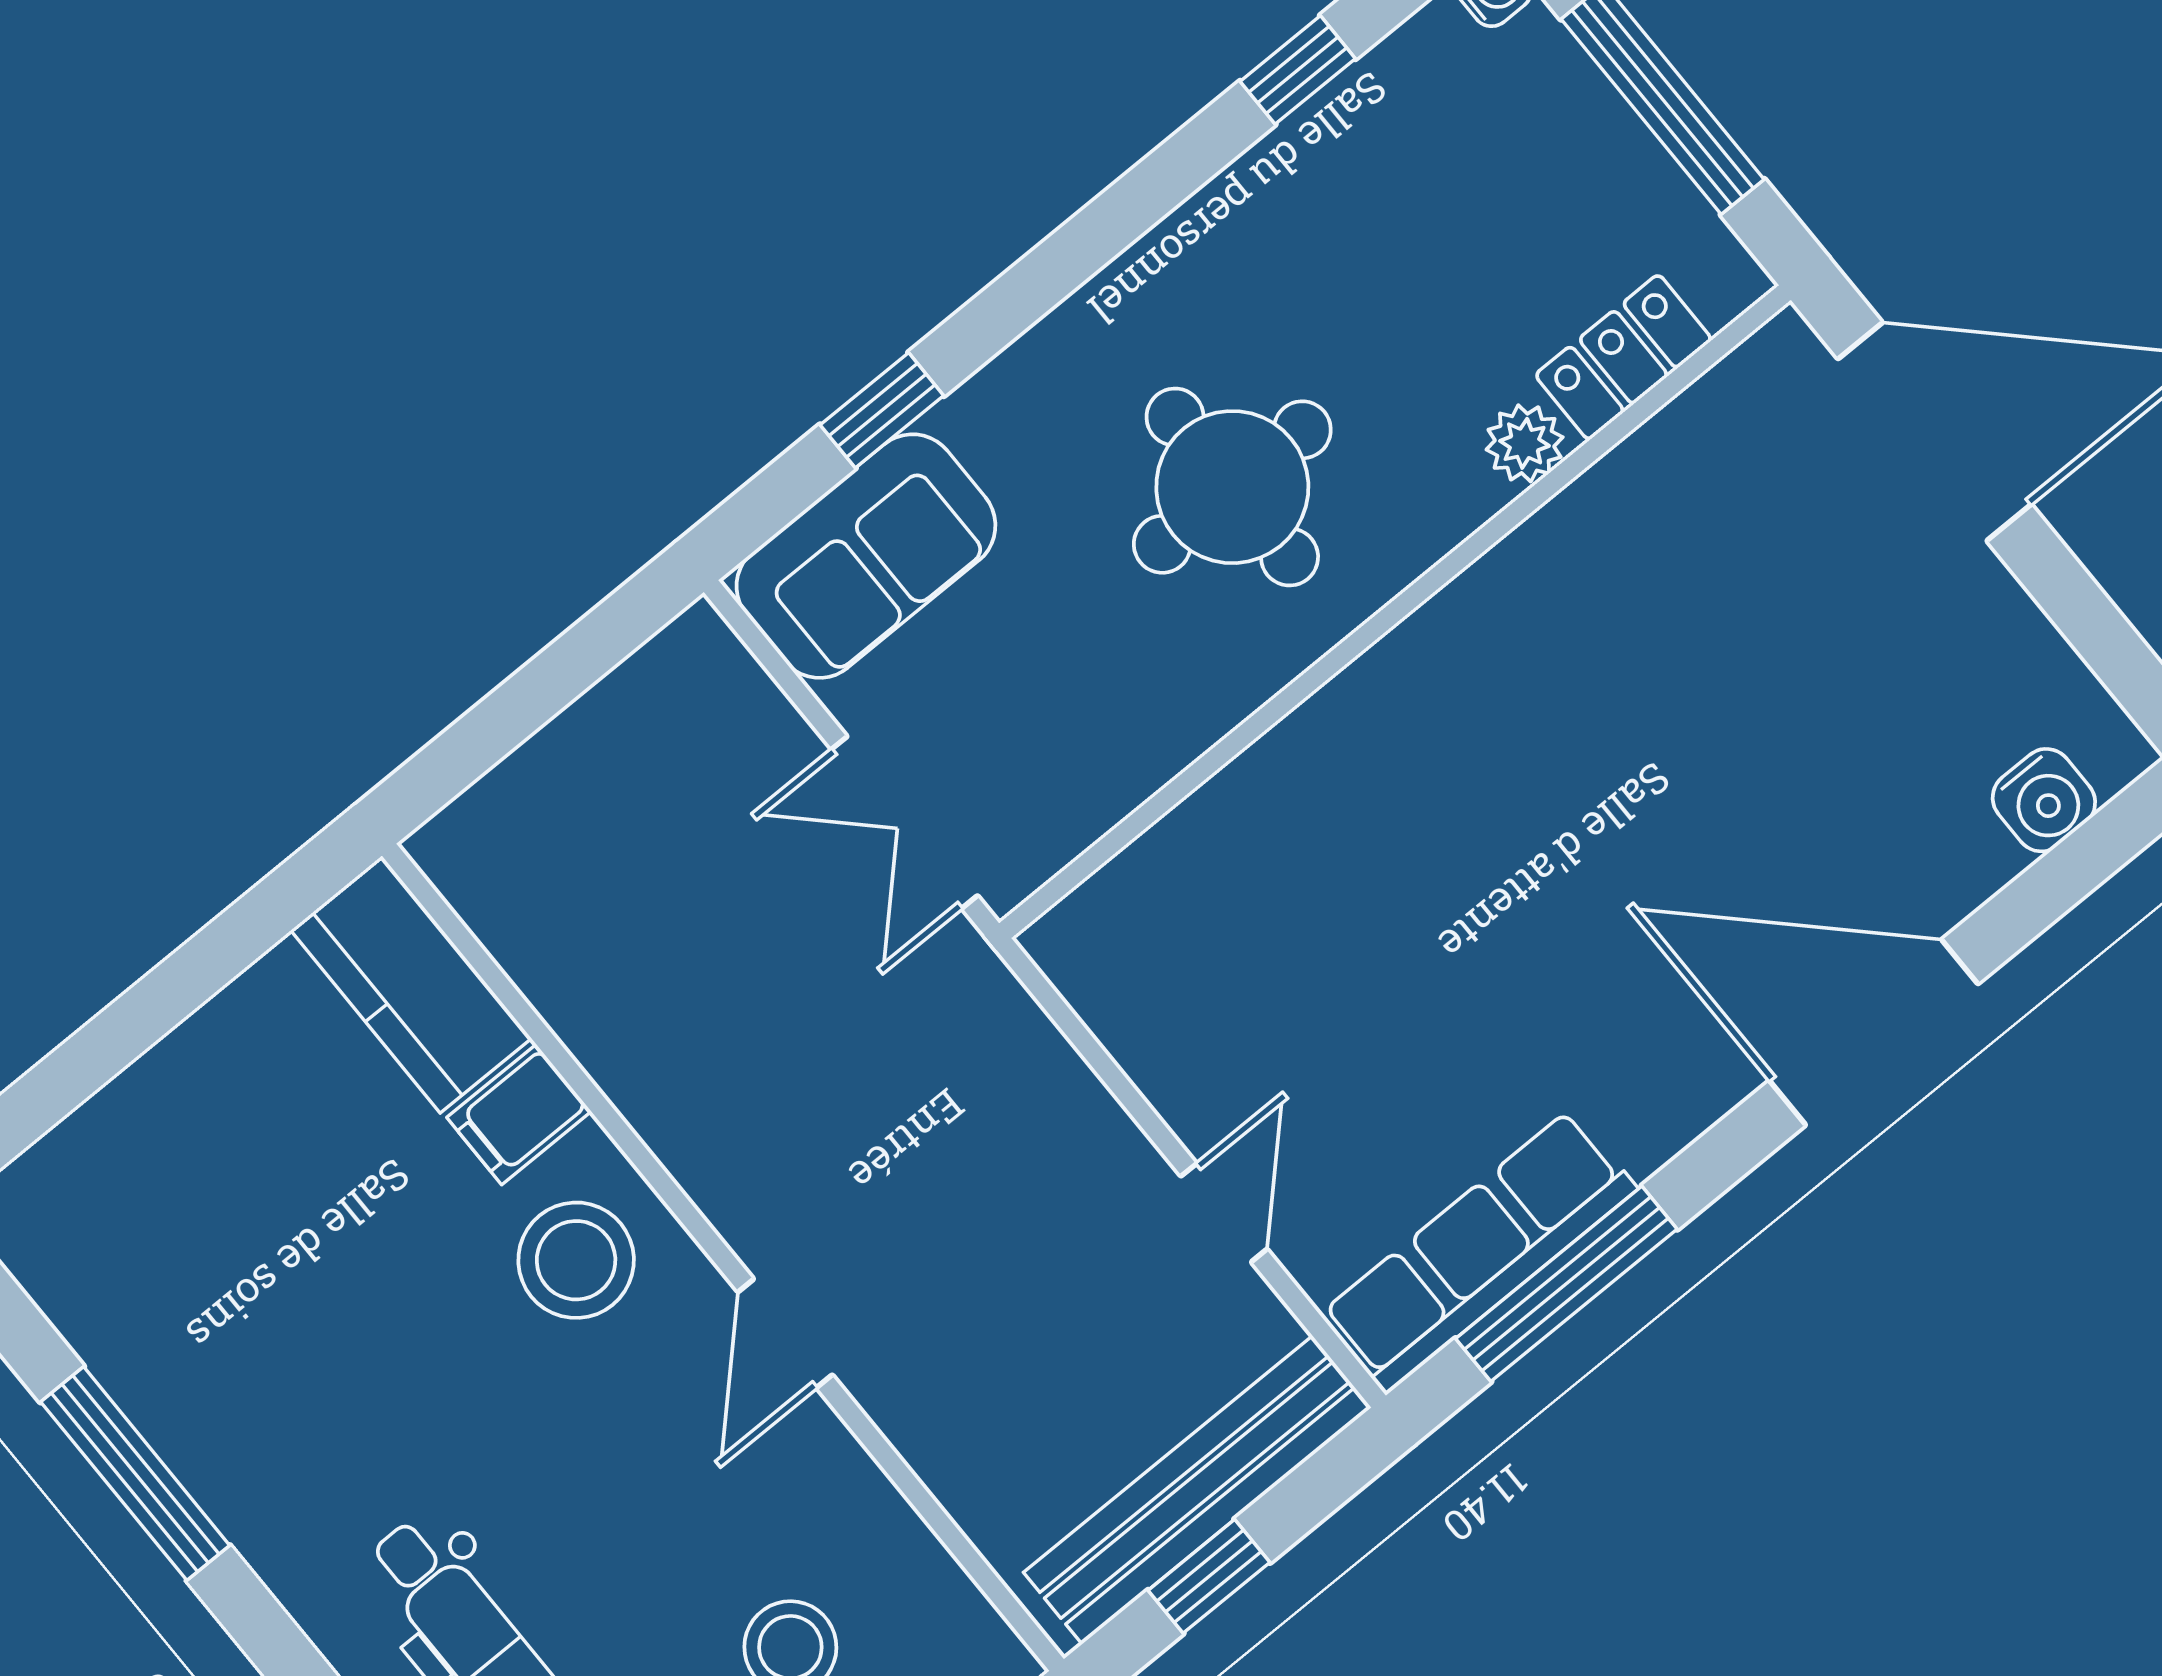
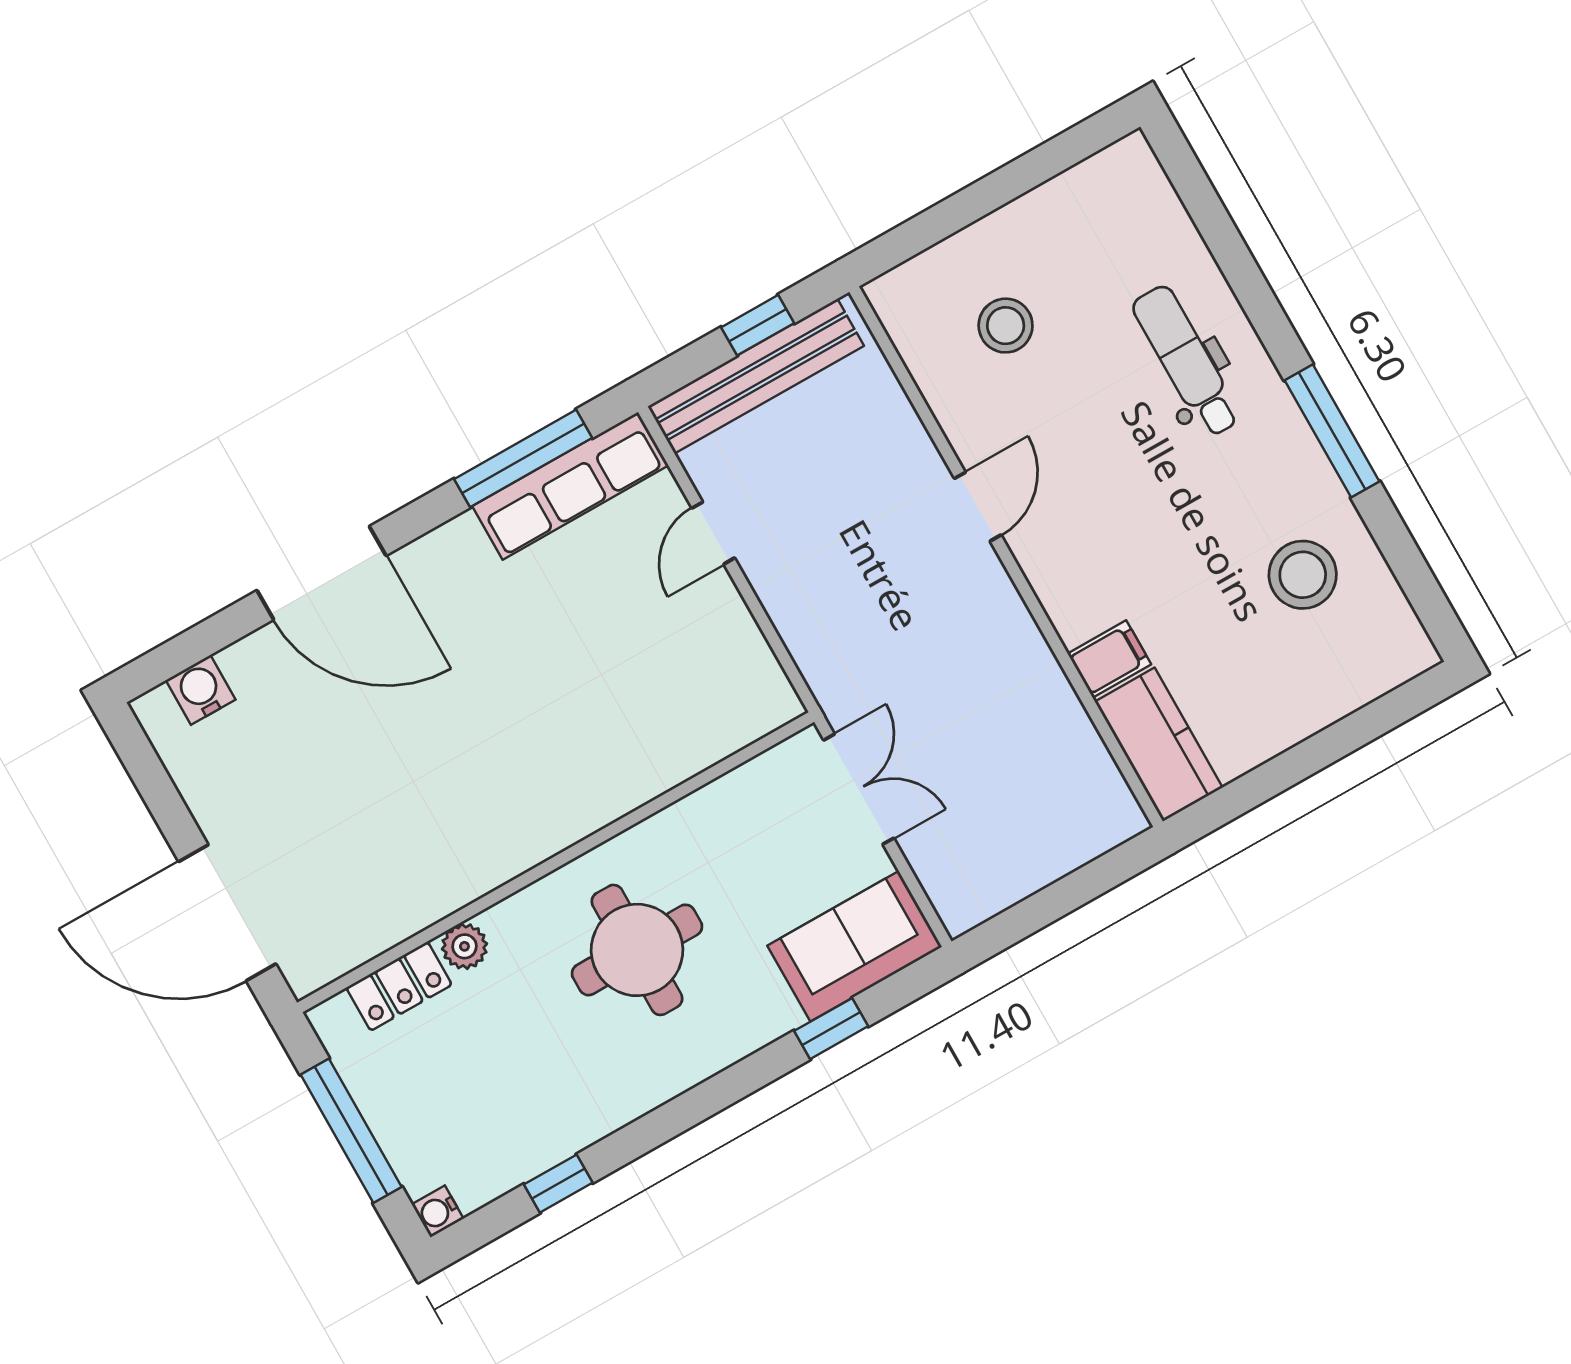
stool: (576, 1260) -> (1303, 575), moved
window: (135, 1474) -> (1332, 431), moved

